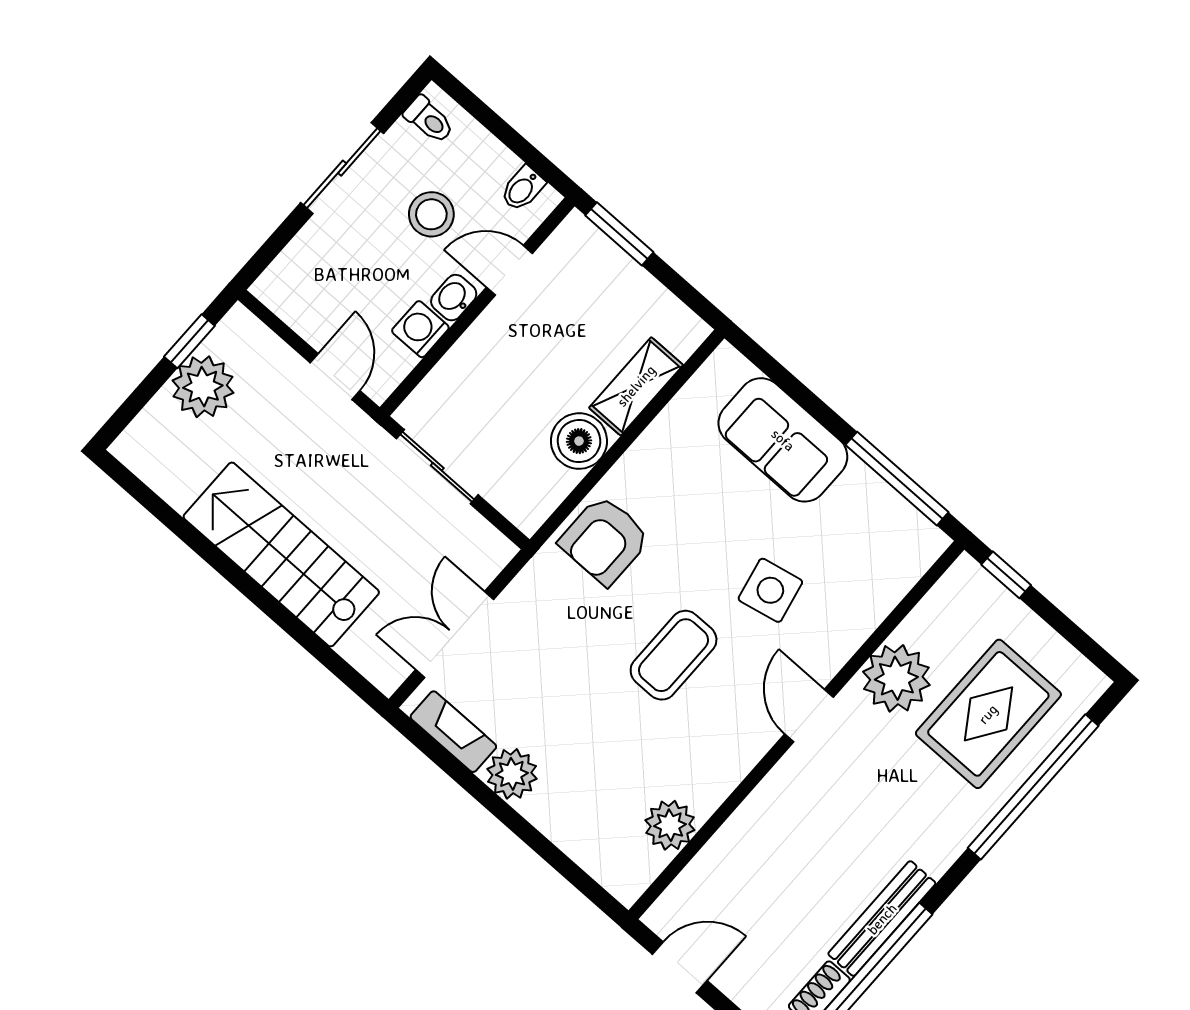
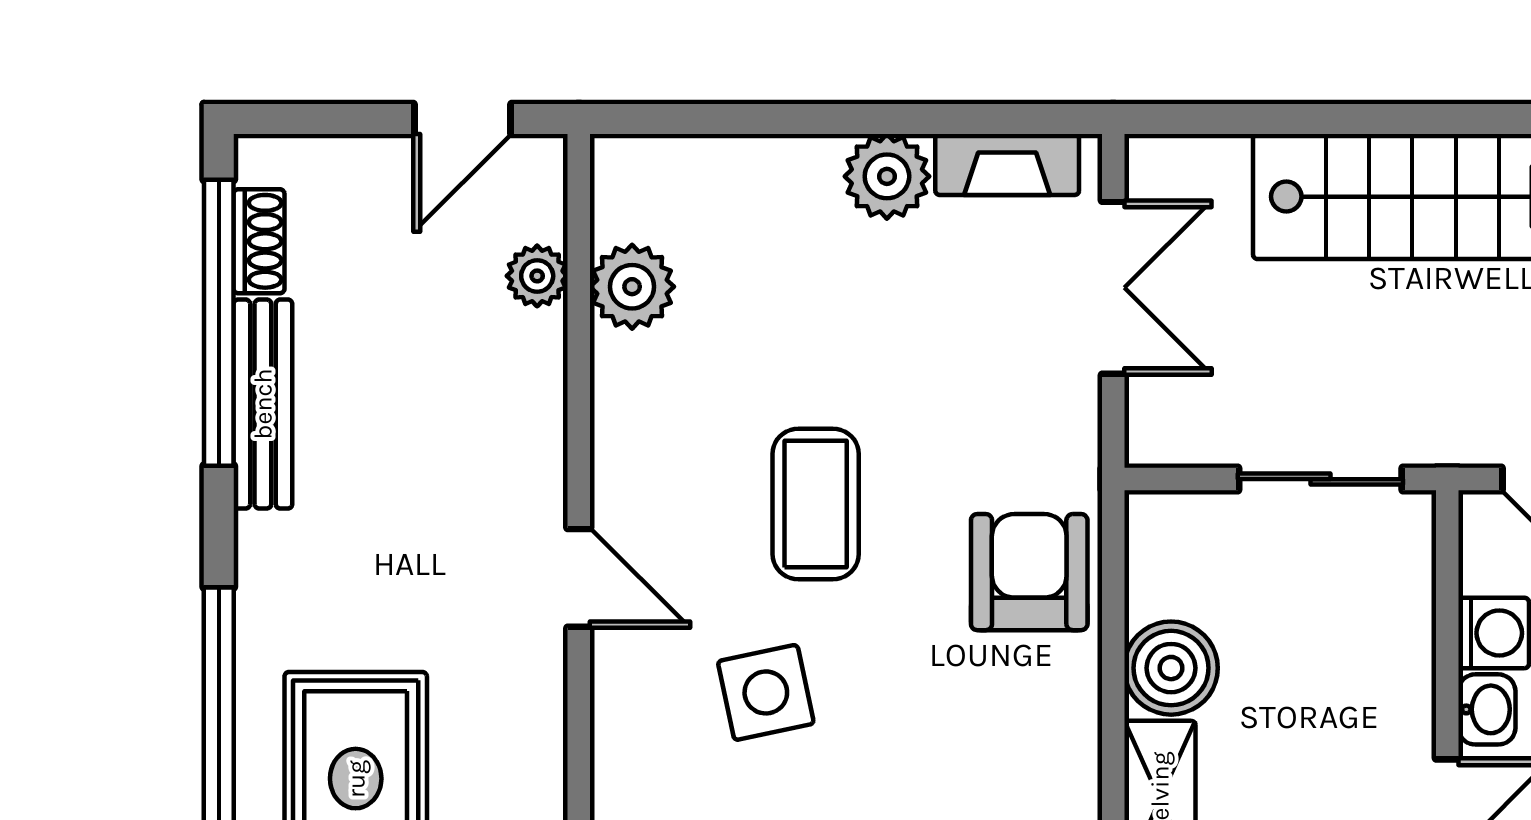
plant: (896, 678) -> (537, 276), moved, width x0.53, depth x0.53

